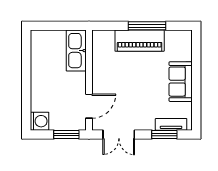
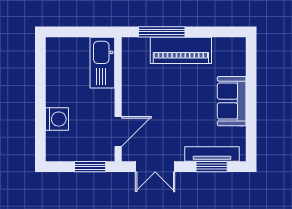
window: (147, 26) -> (162, 32), moved
washing machine: (40, 121) -> (57, 119), moved
tv unit: (171, 124) -> (212, 154), width x1.41

